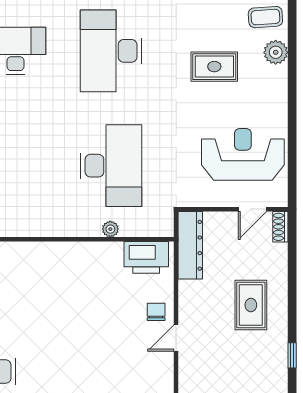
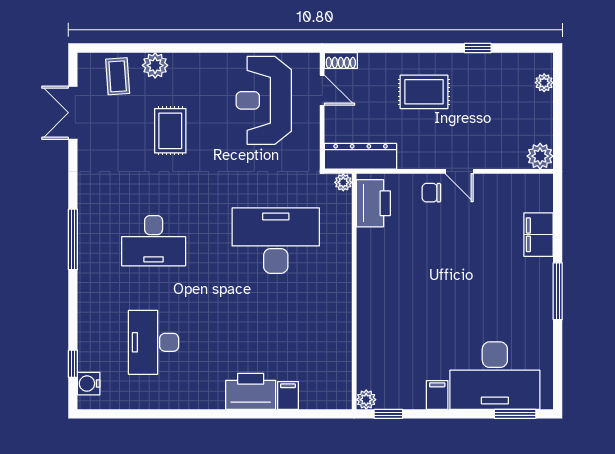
desk: (111, 51) -> (154, 241), width x0.73, depth x0.77
plant: (110, 229) -> (343, 182), moved

